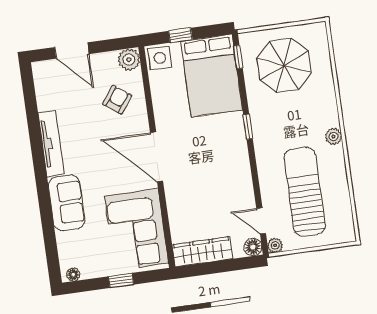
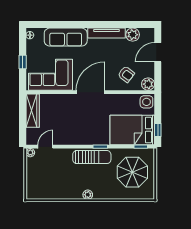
window: (180, 35) -> (158, 130), moved
plant: (48, 98) -> (133, 35), added
sun lounger: (305, 192) -> (92, 157), moved, width x0.73, depth x0.75
sofa: (67, 203) -> (66, 37), width x1.36
floor lamp: (253, 247) -> (31, 140), removed

